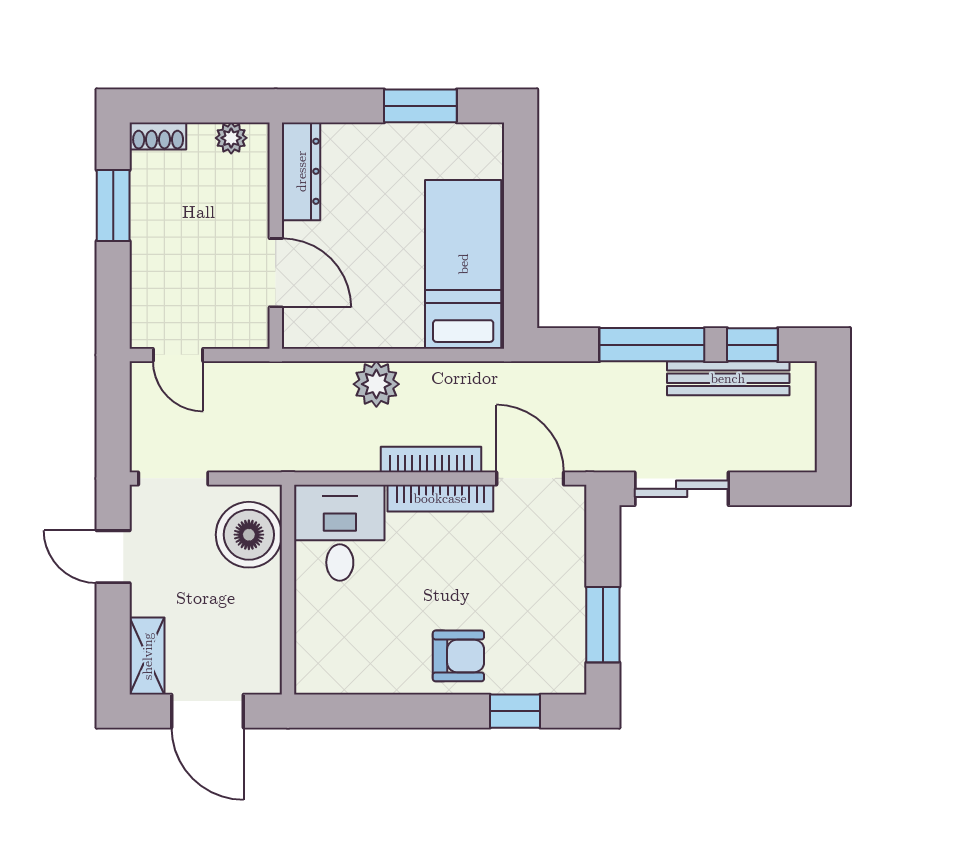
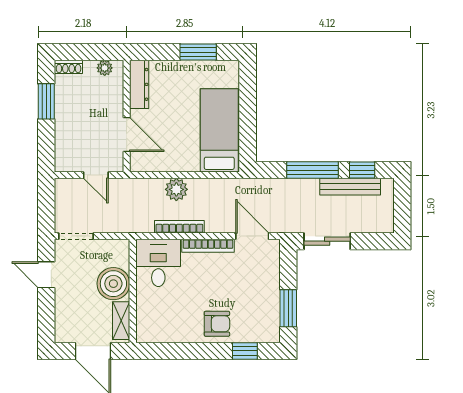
door: (178, 355) -> (96, 175), moved
bookcase: (431, 459) -> (179, 227), moved
boiler: (249, 535) -> (113, 284), moved
shelving: (147, 656) -> (121, 321), moved

